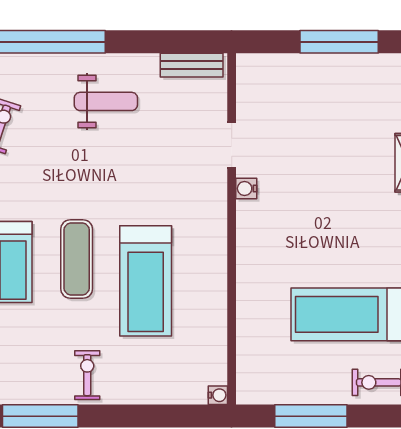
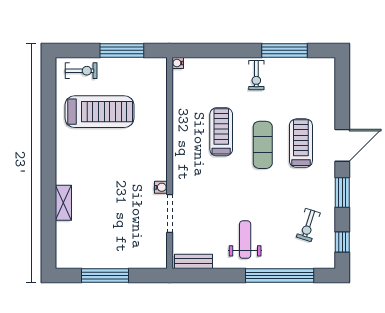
weight bench: (106, 101) -> (245, 240), turned 90
doorway: (232, 145) -> (170, 213), width x1.38
treadmill: (146, 281) -> (221, 132), width x0.73, depth x0.73

